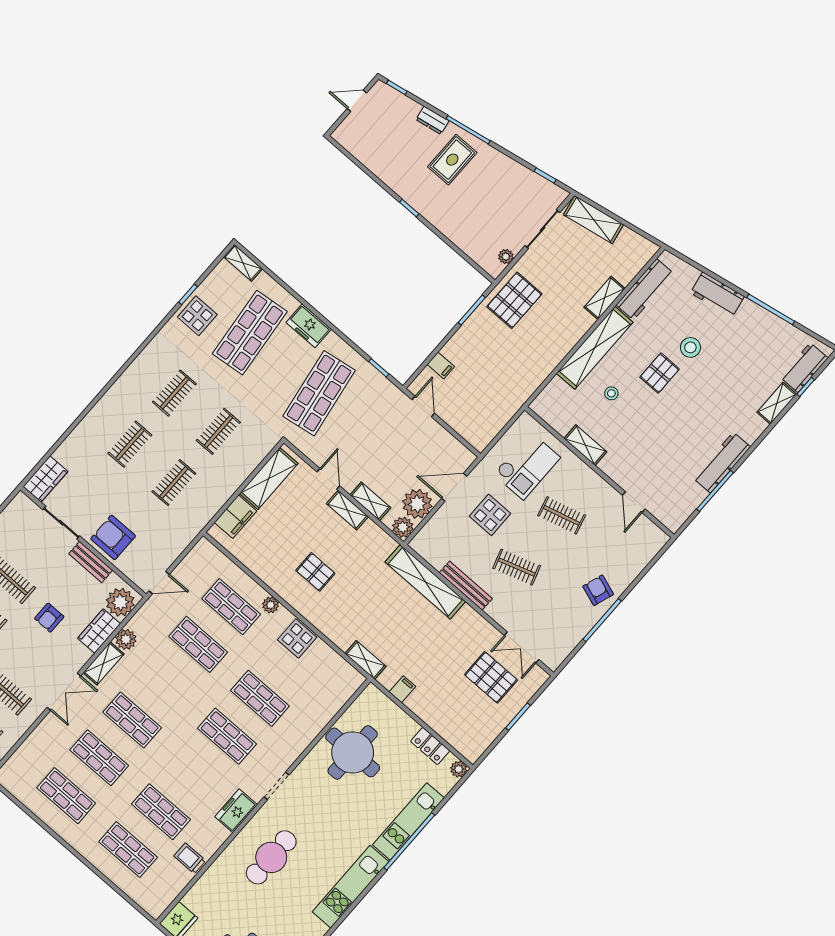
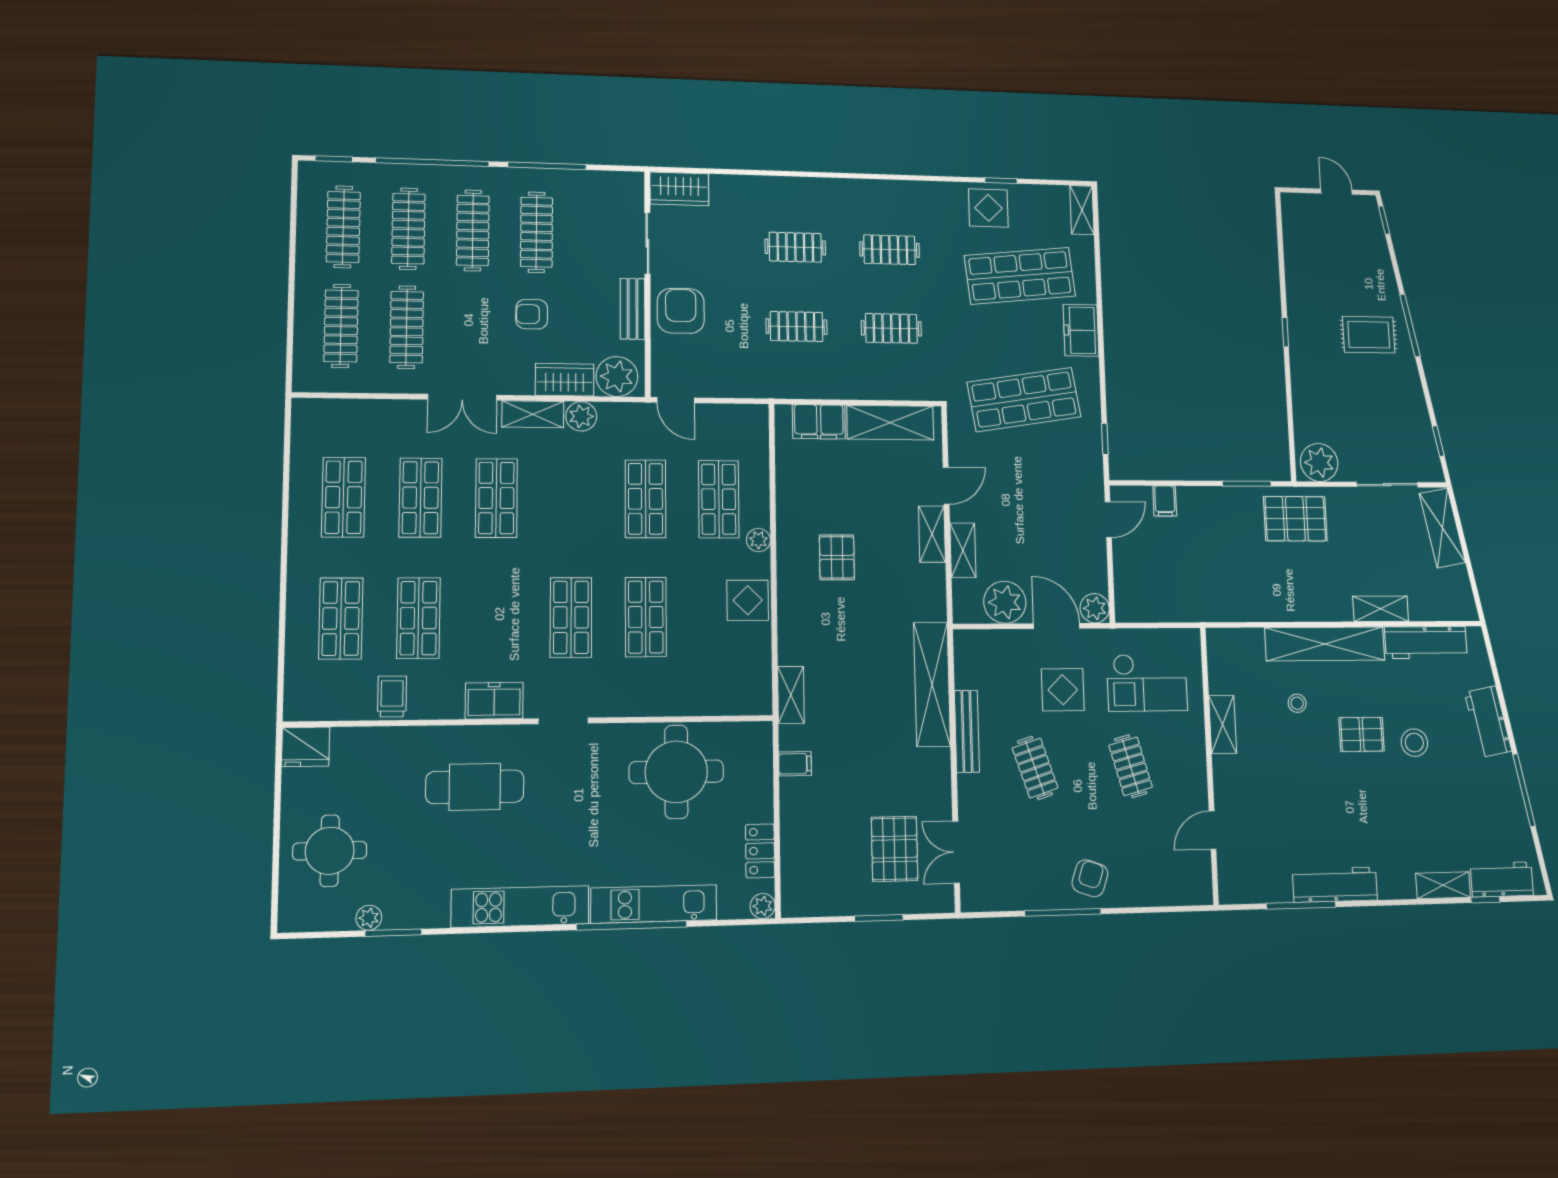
dresser: (432, 120) -> (1386, 282), removed
plant: (506, 257) -> (1319, 462), width x1.88, depth x1.88
plant: (403, 527) -> (1095, 608), moved

